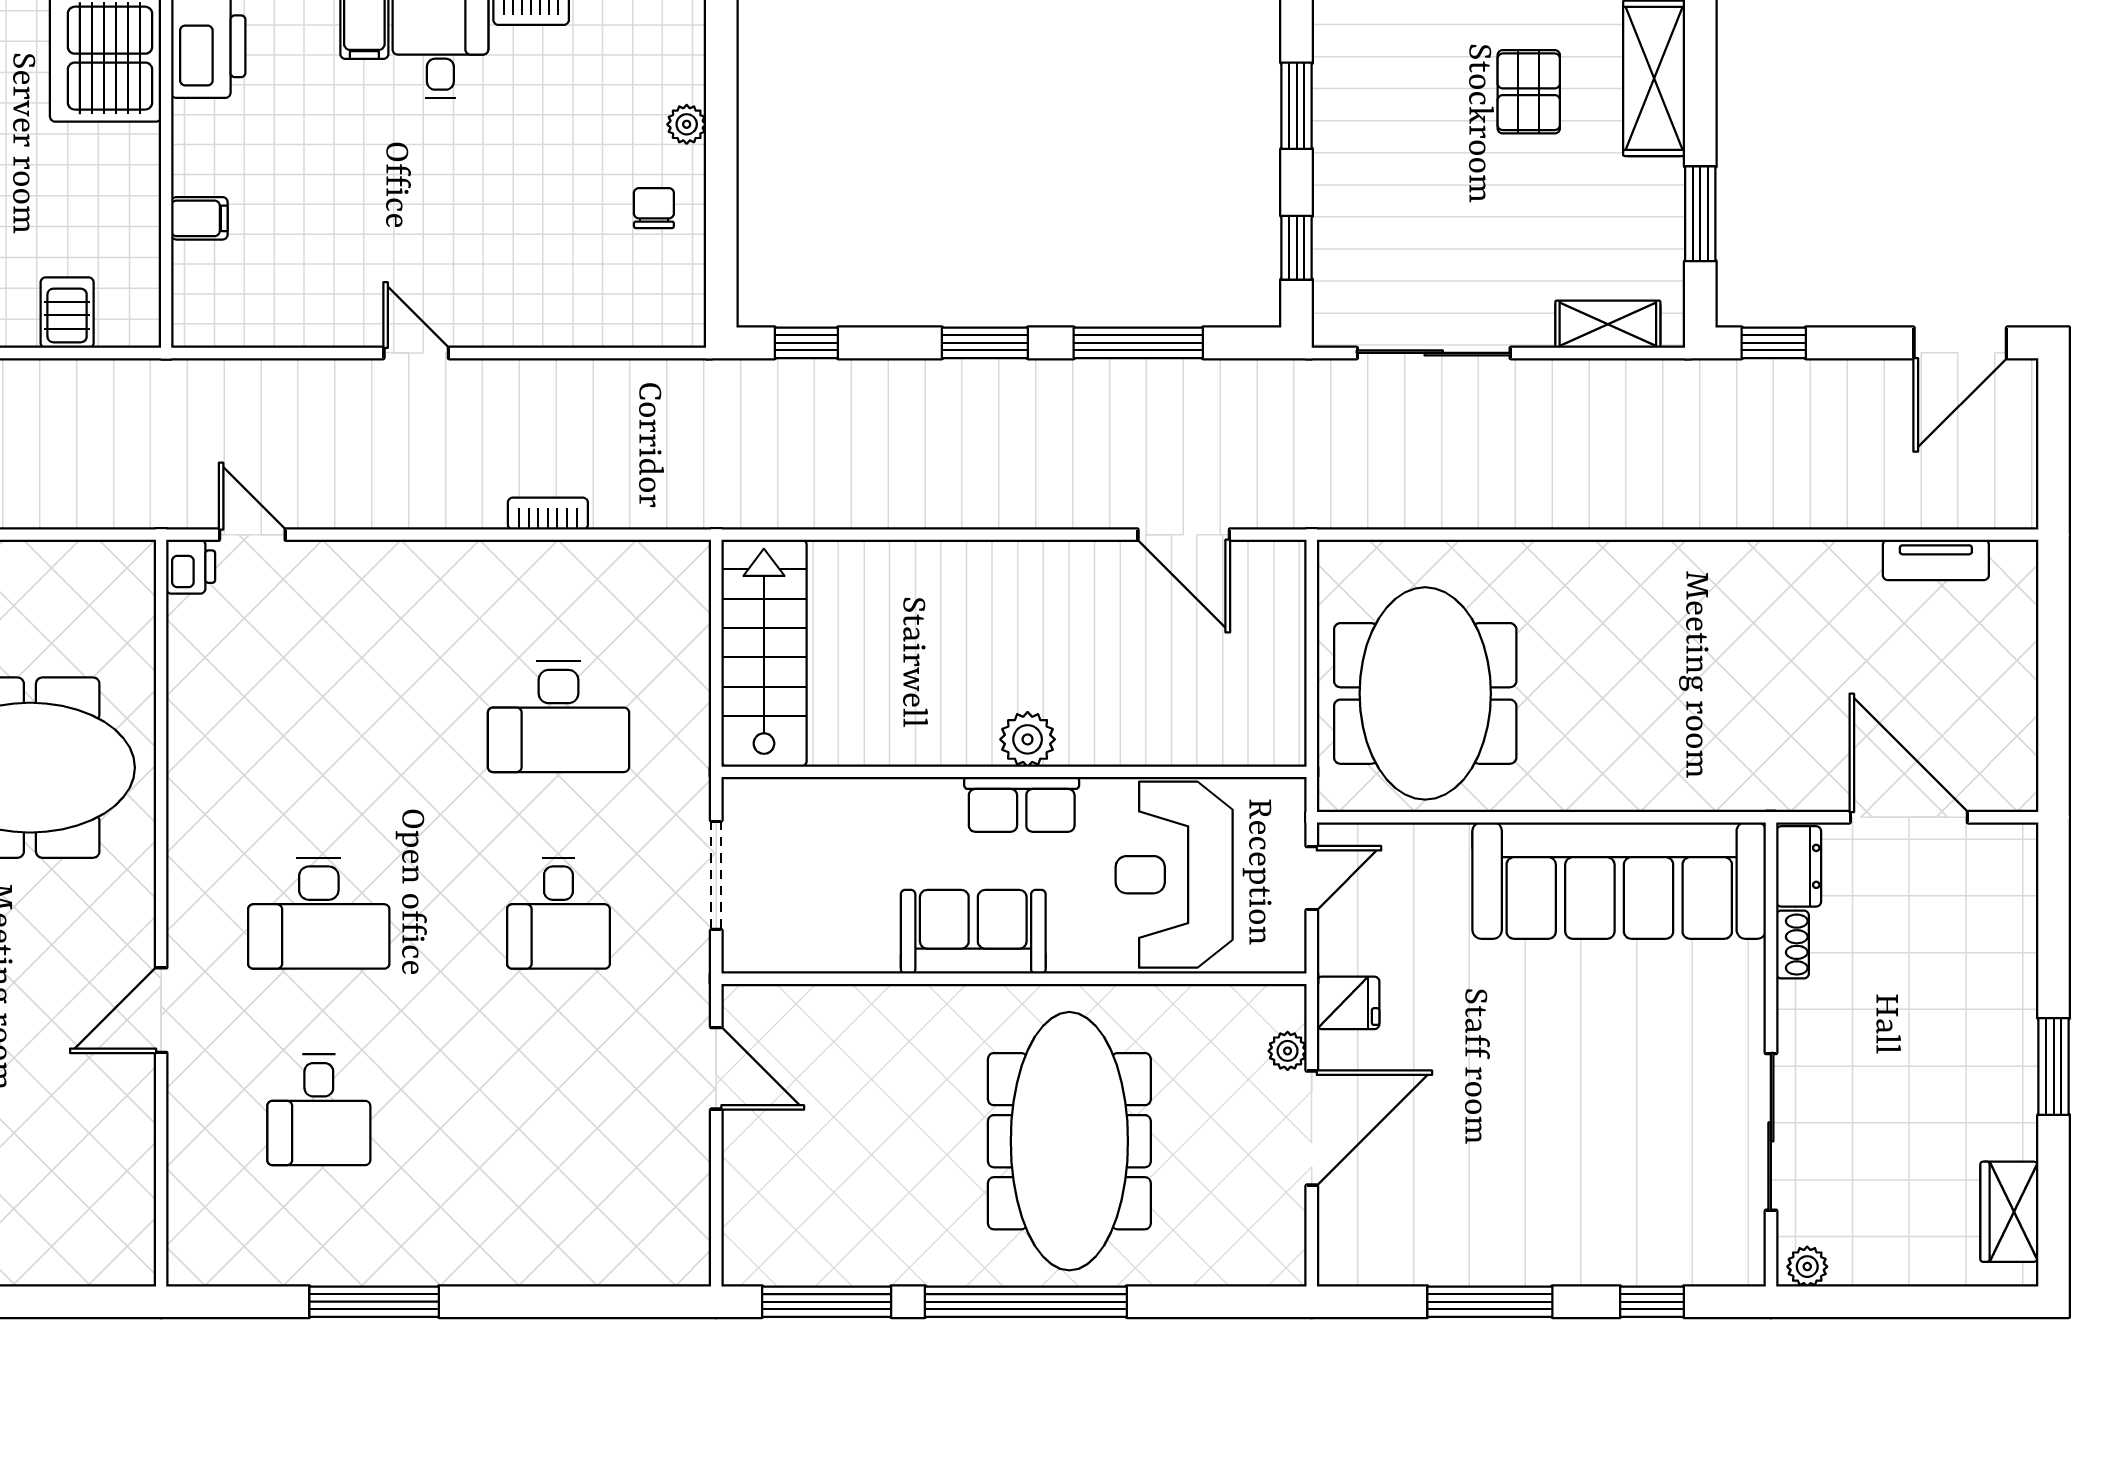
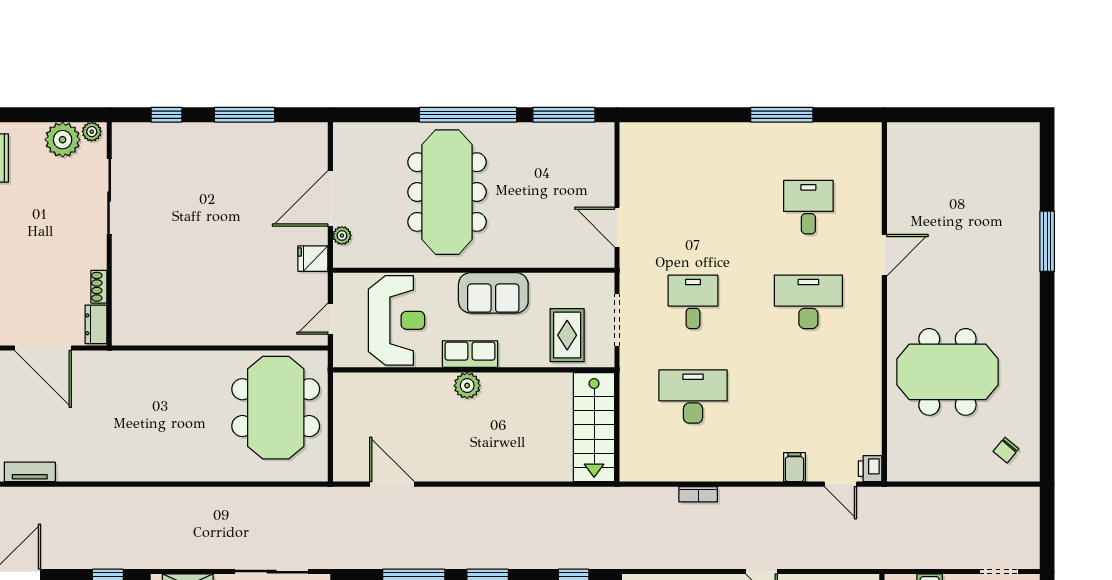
filing cabinet: (348, 570) -> (794, 467), added
rug: (820, 844) -> (567, 335), added
sofa: (1619, 881) -> (182, 318), removed
plant: (1868, 1250) -> (63, 140), added

